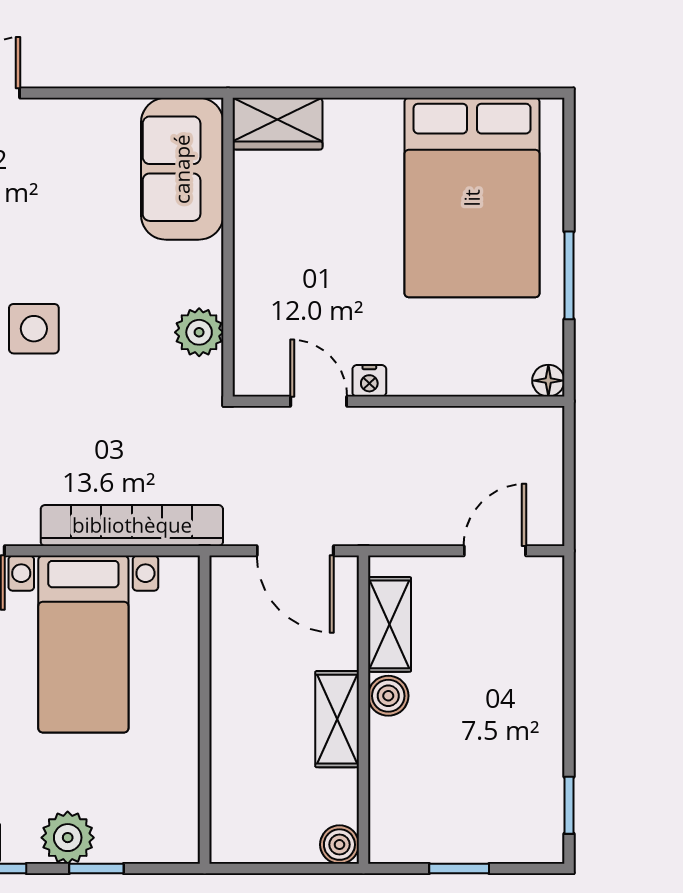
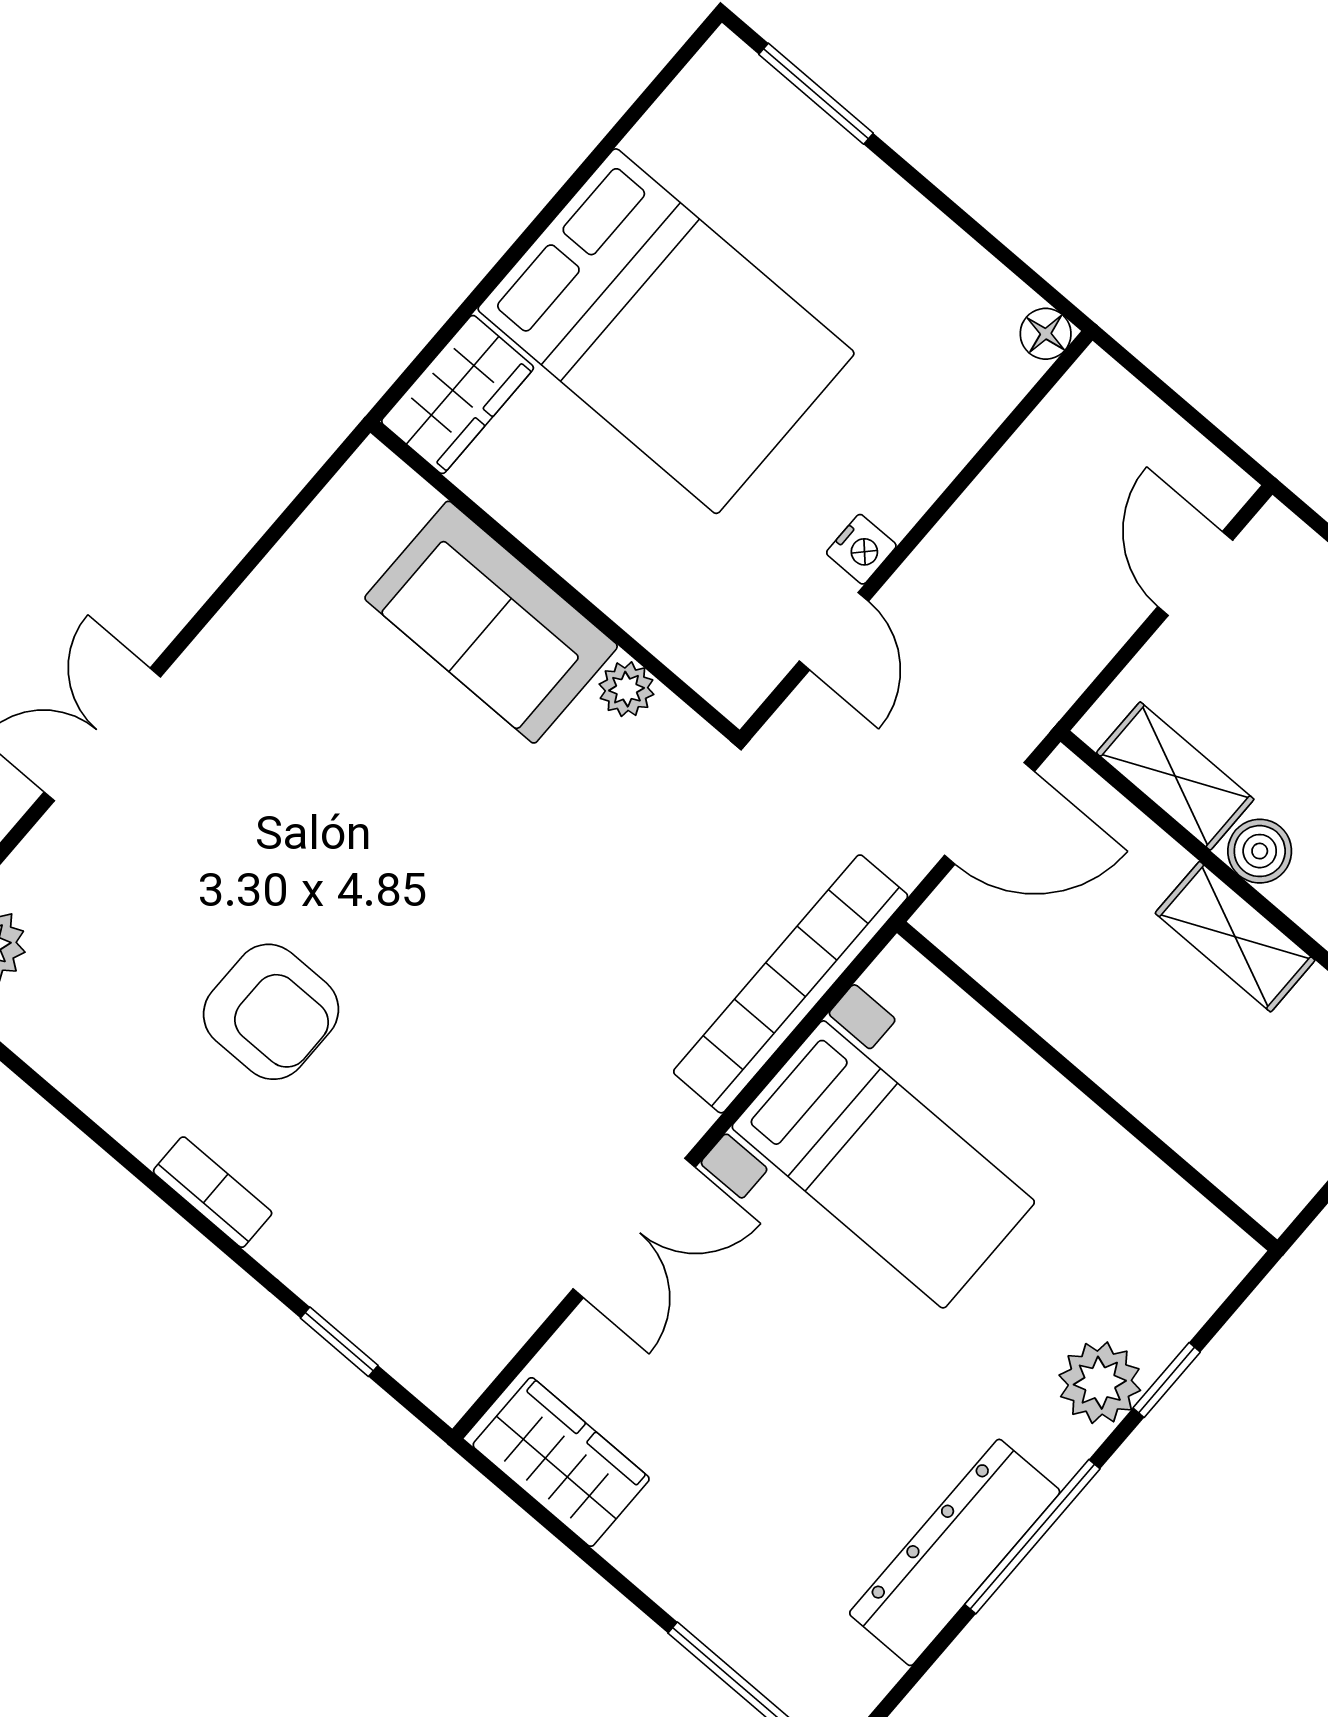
sofa: (182, 169) -> (491, 622), moved
bed: (472, 198) -> (666, 331), moved
window: (569, 275) -> (816, 94), moved
side table: (34, 329) -> (453, 899), removed
plant: (199, 332) -> (626, 689), width x0.73, depth x0.73
door: (319, 401) -> (834, 631), swing flipped

